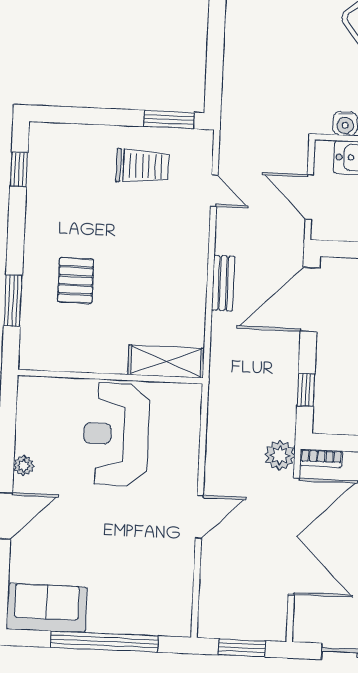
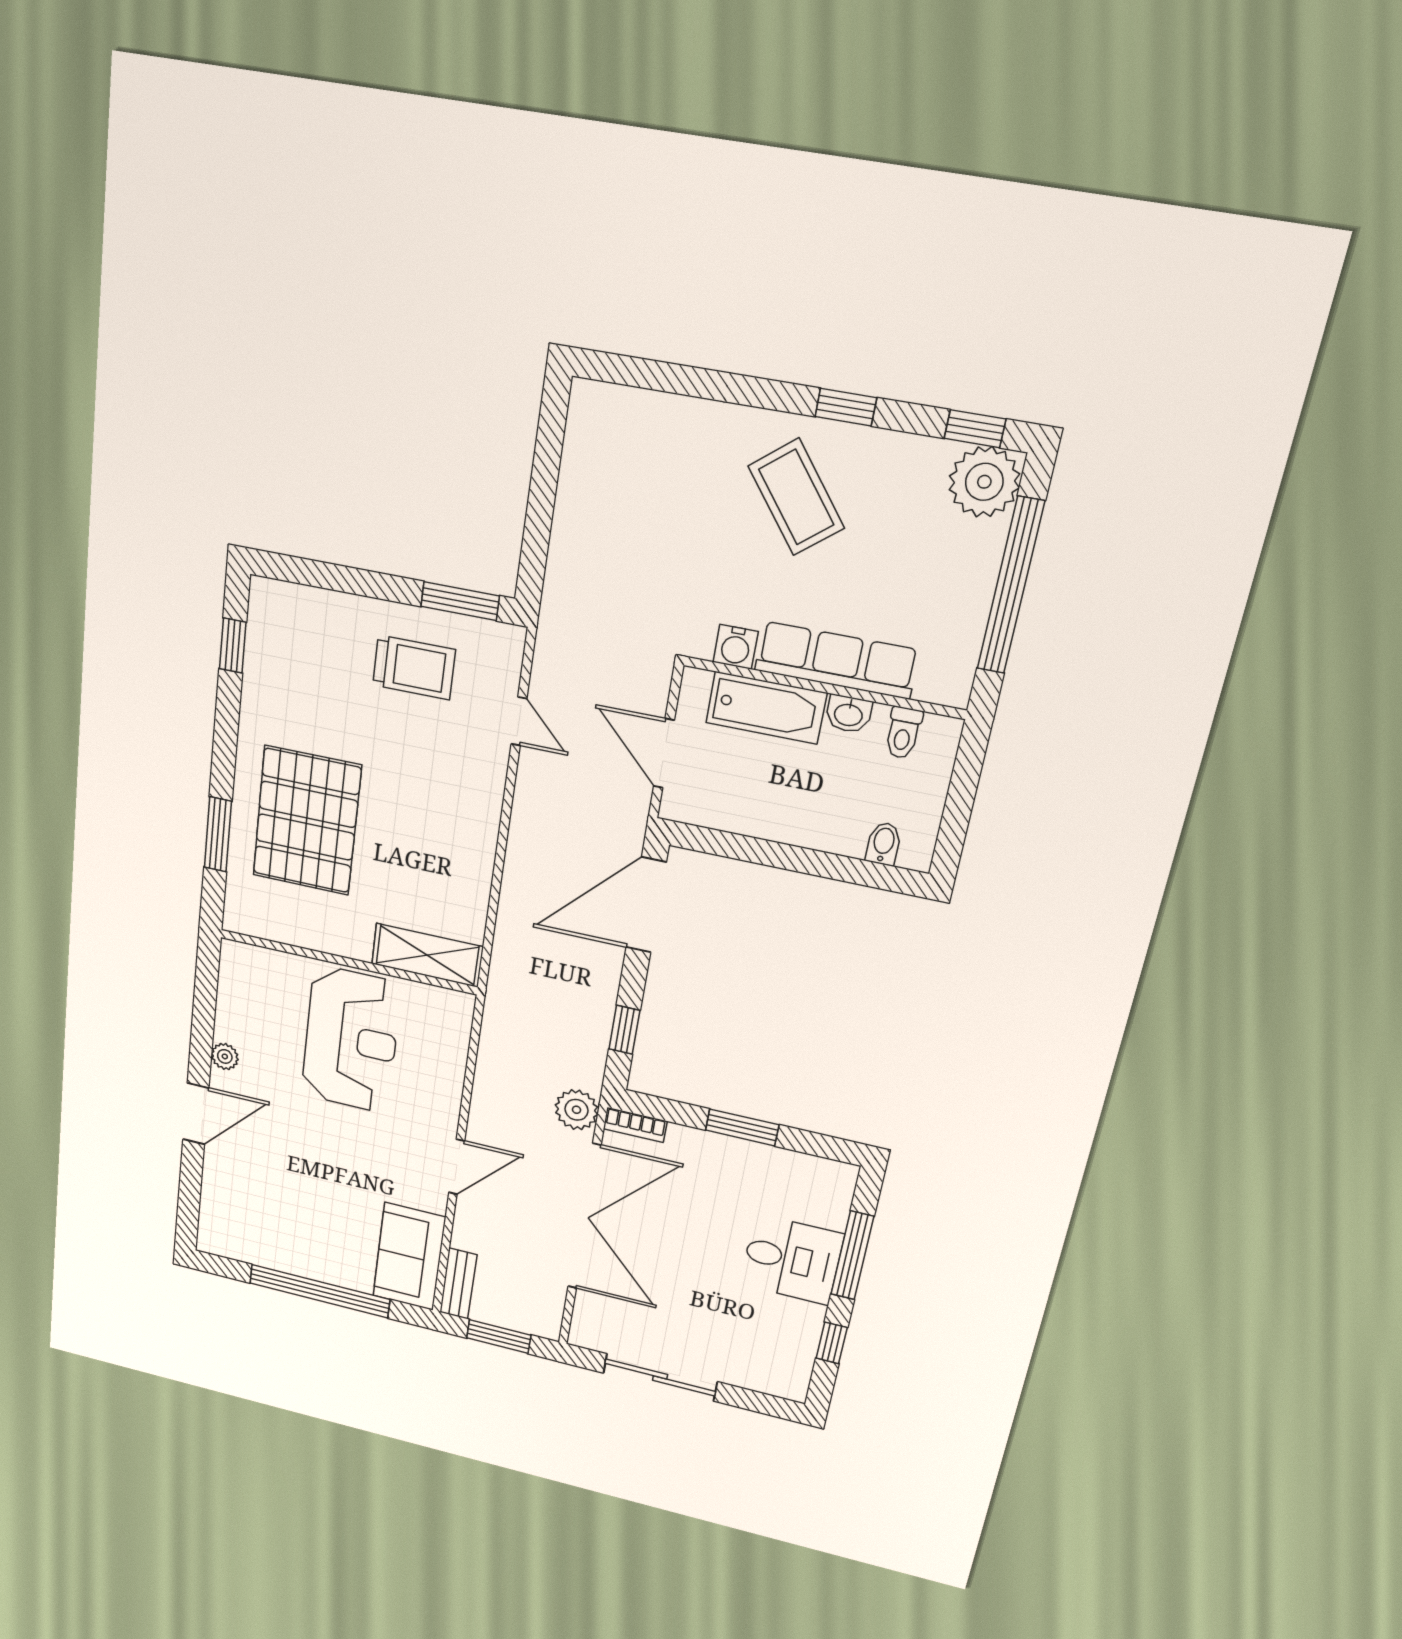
pallet: (76, 281) -> (307, 821), width x2.05, depth x2.00
bench: (223, 283) -> (458, 1284), moved
reception desk: (116, 434) -> (351, 1040), turned 180
sofa: (47, 608) -> (409, 1257), moved, turned -90

